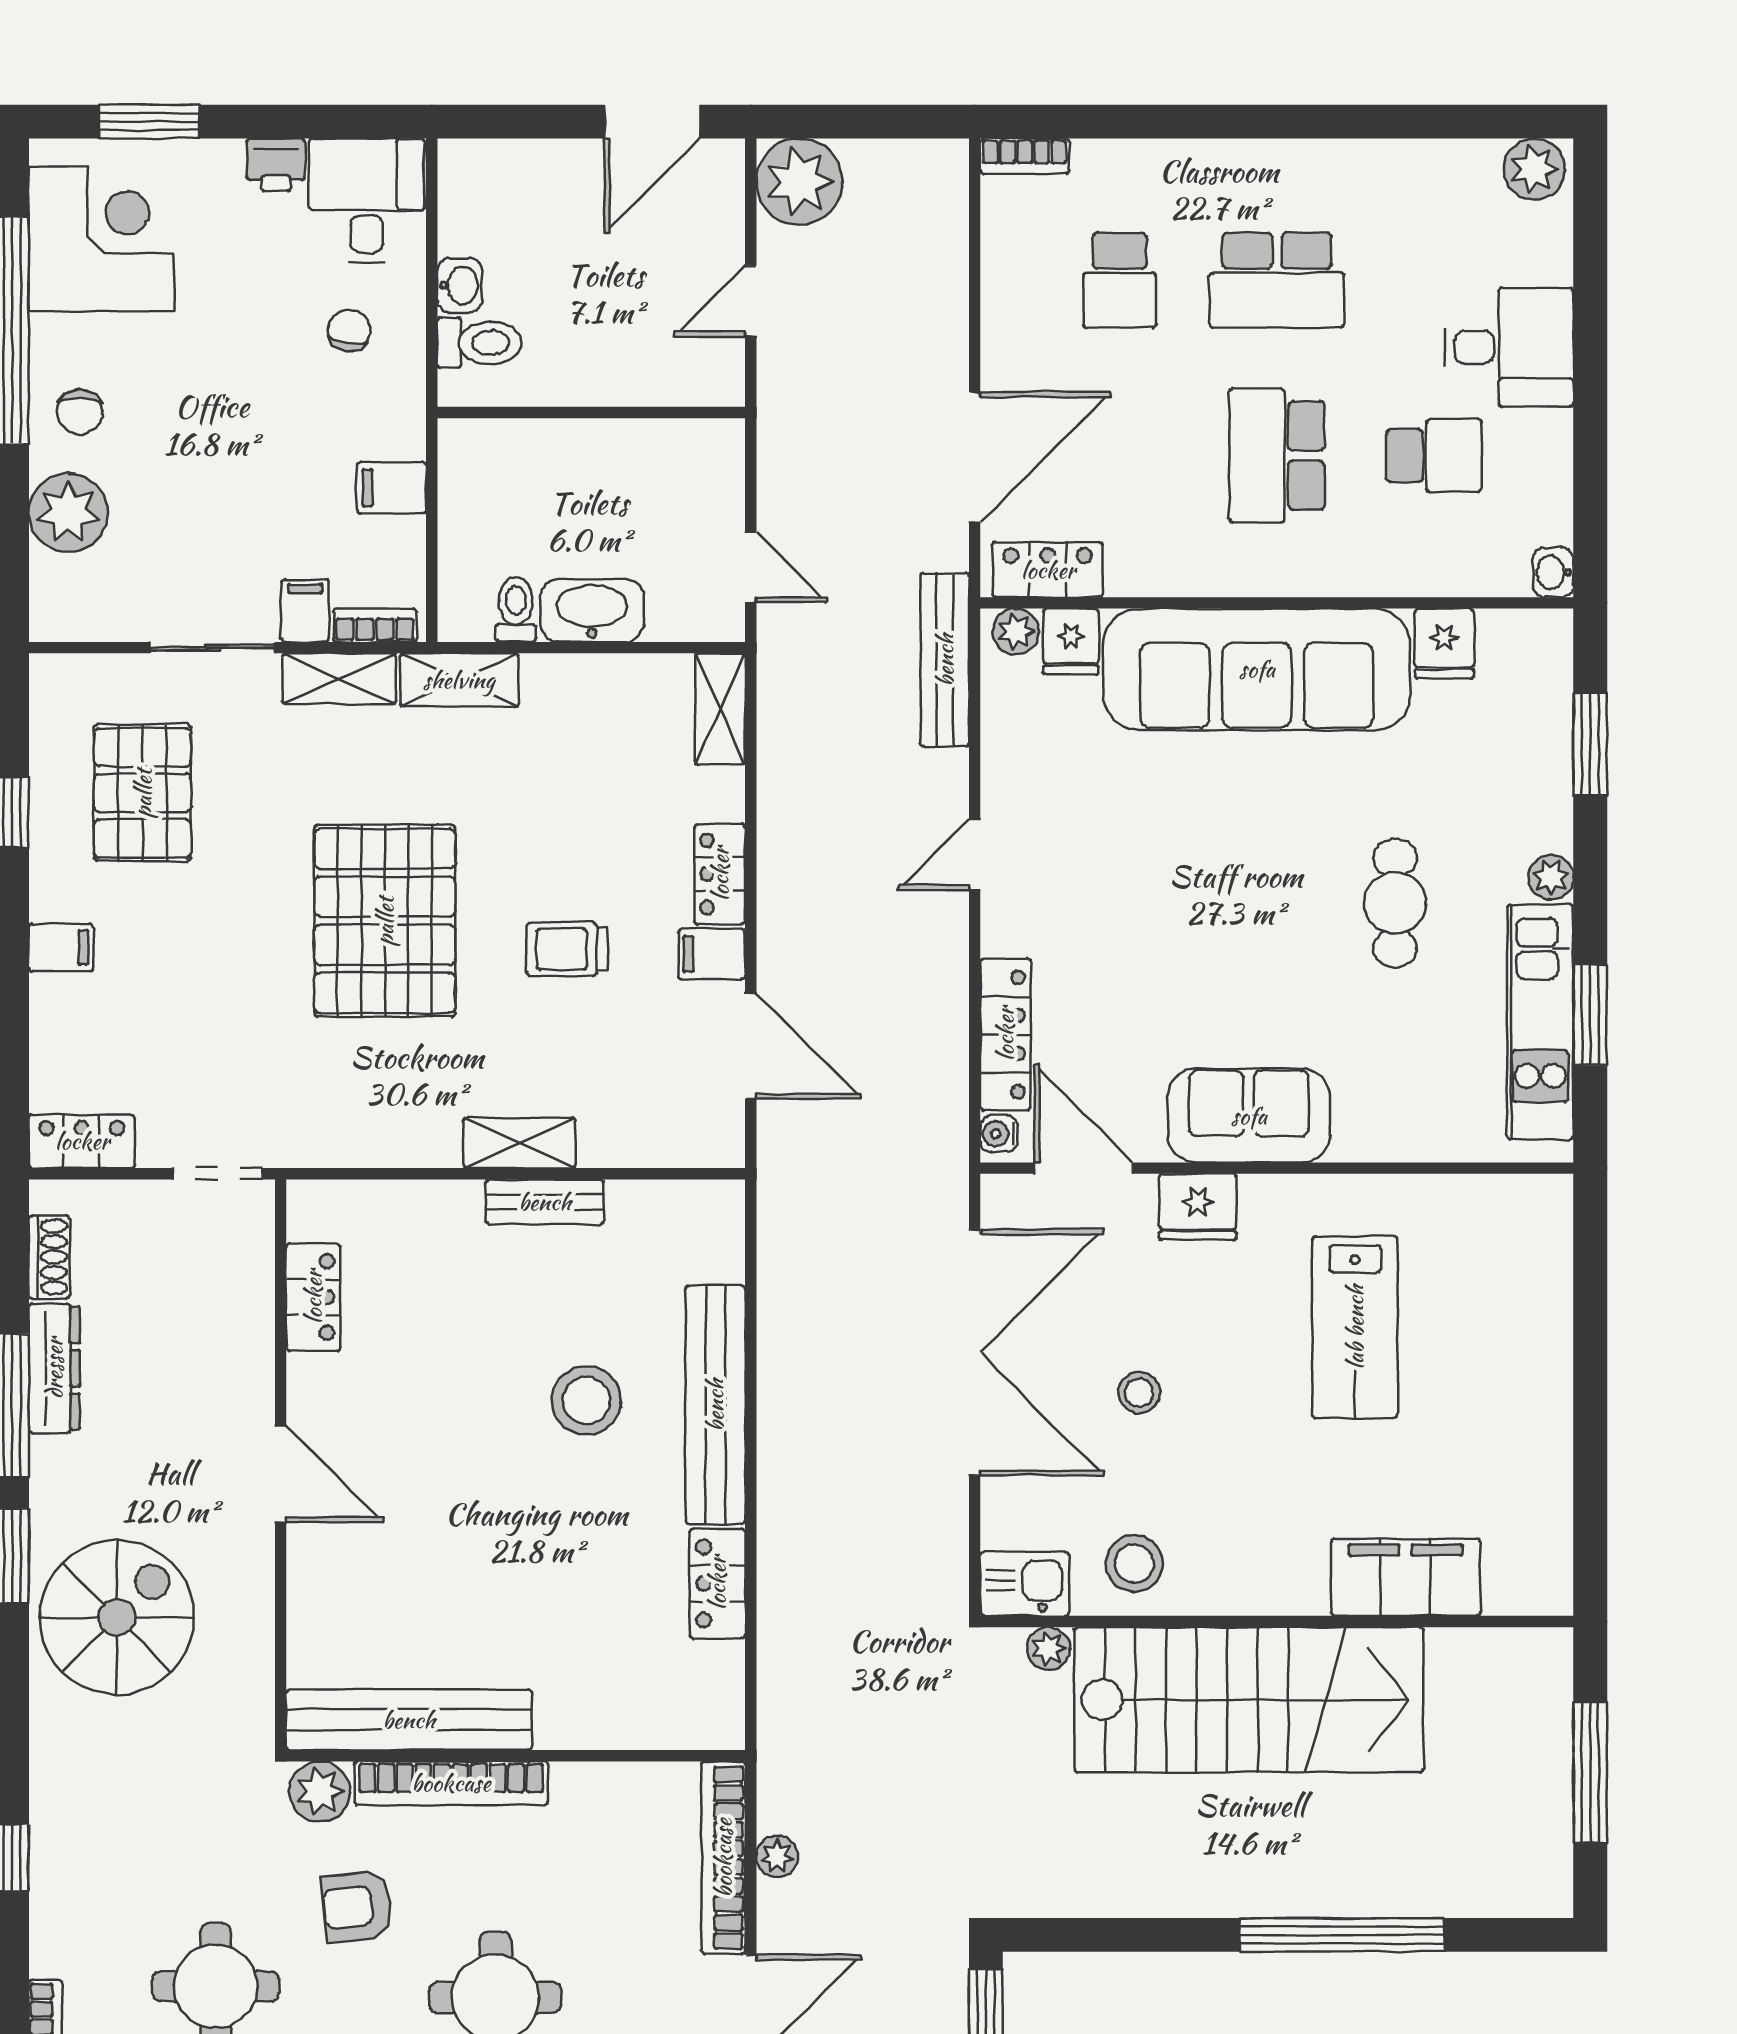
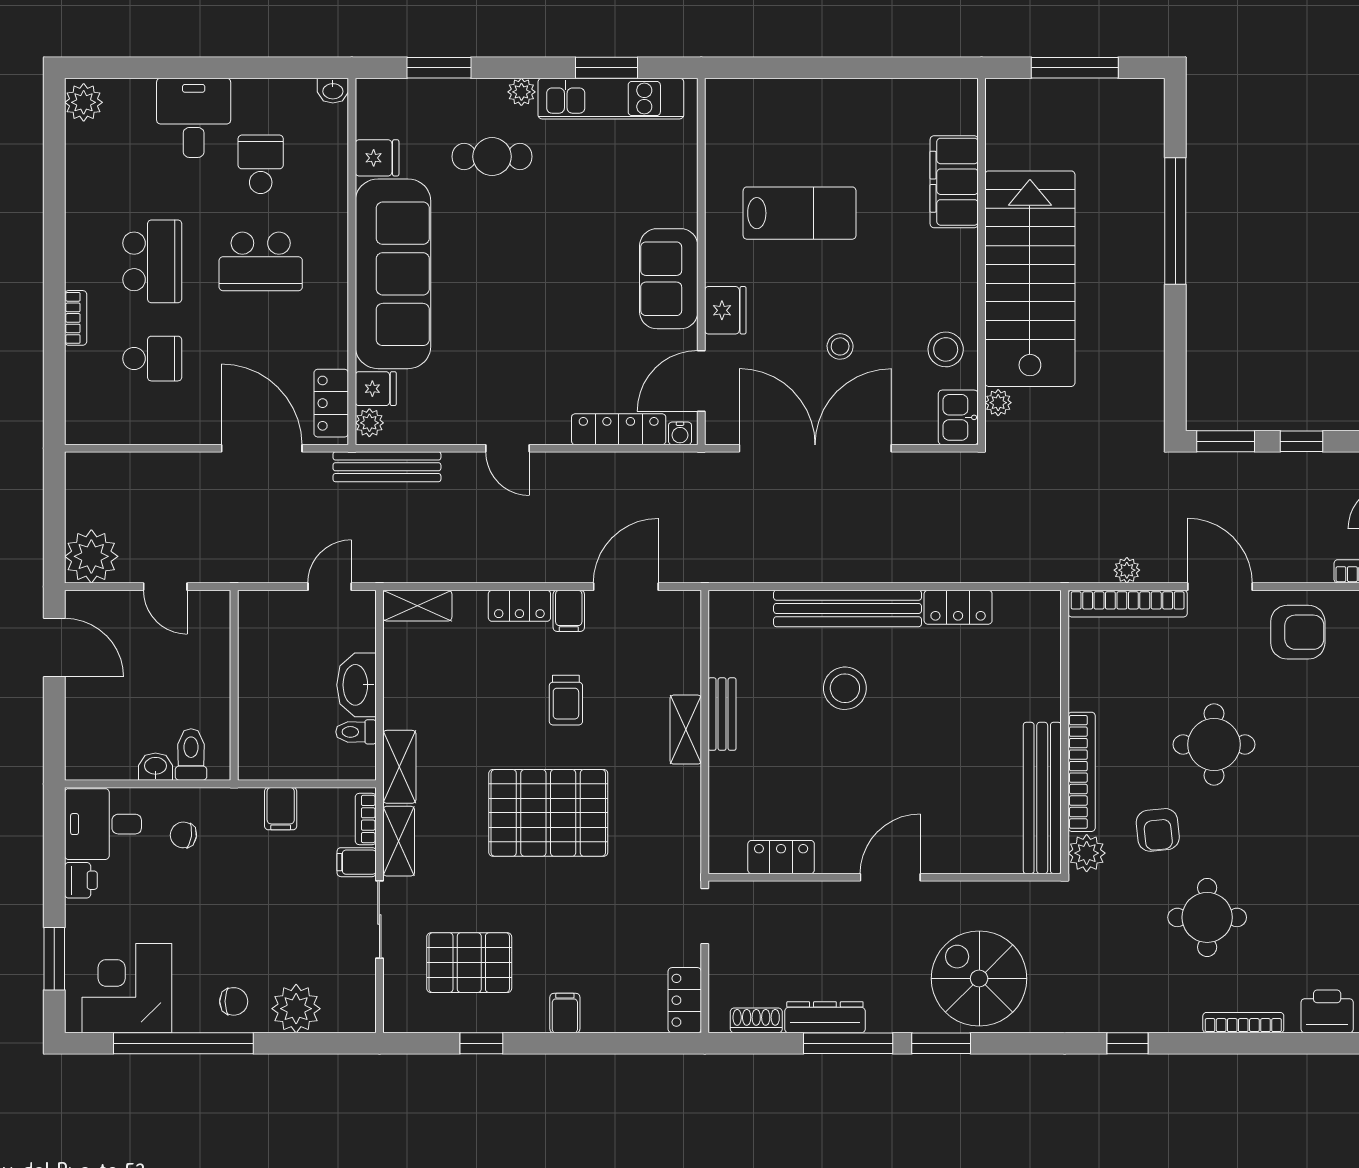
bookcase: (1025, 156) -> (76, 318), moved
cafe table: (1395, 903) -> (492, 157), moved

